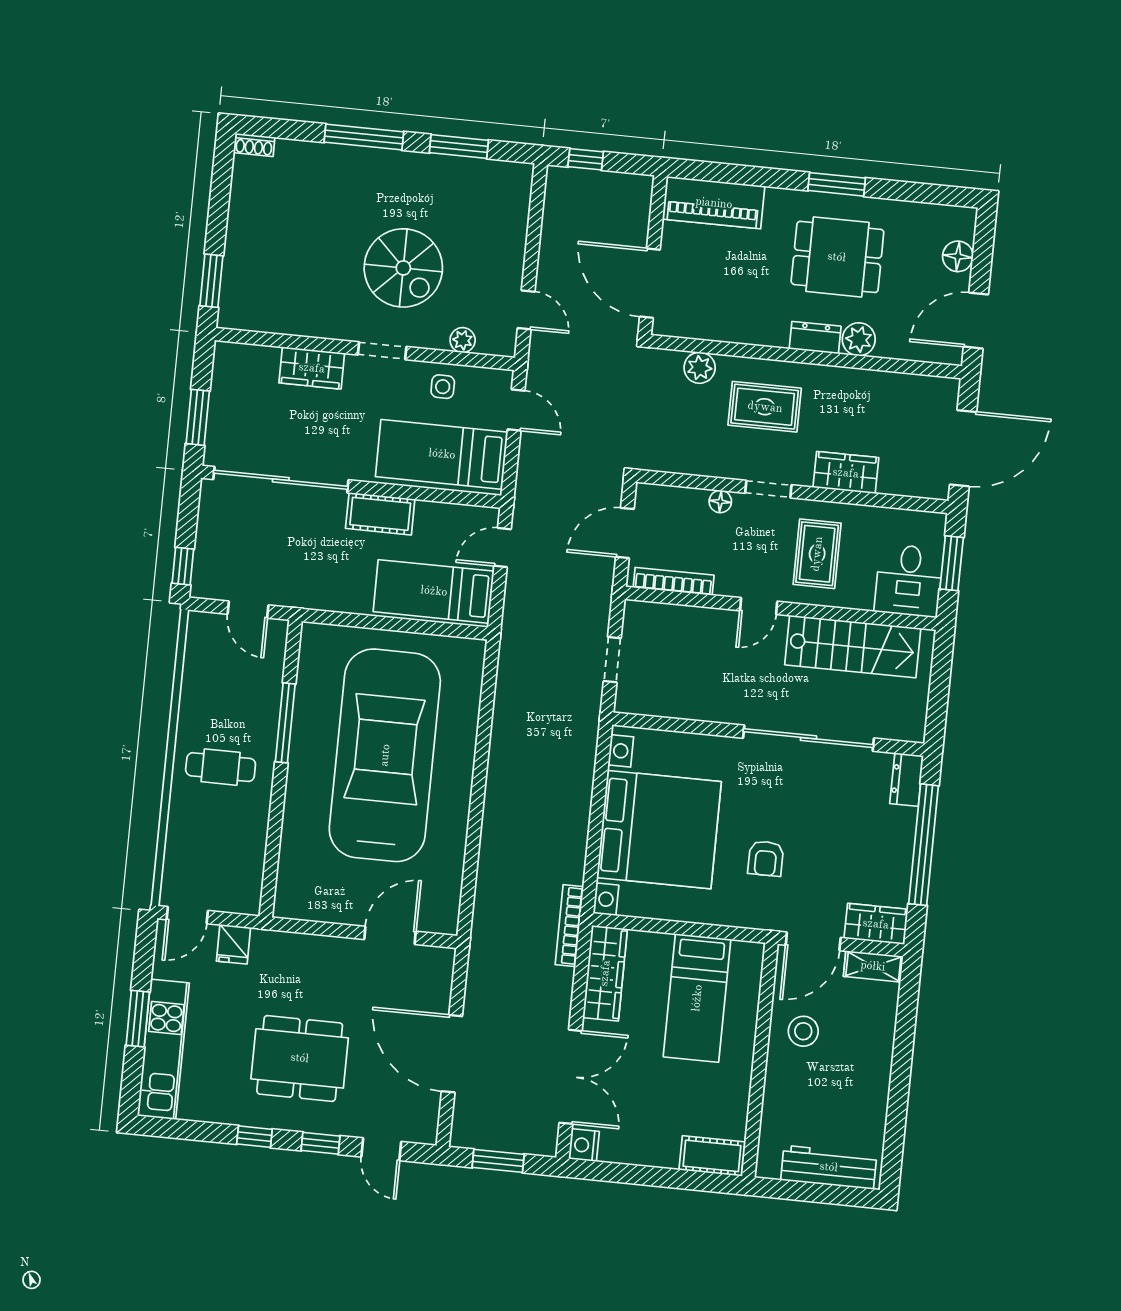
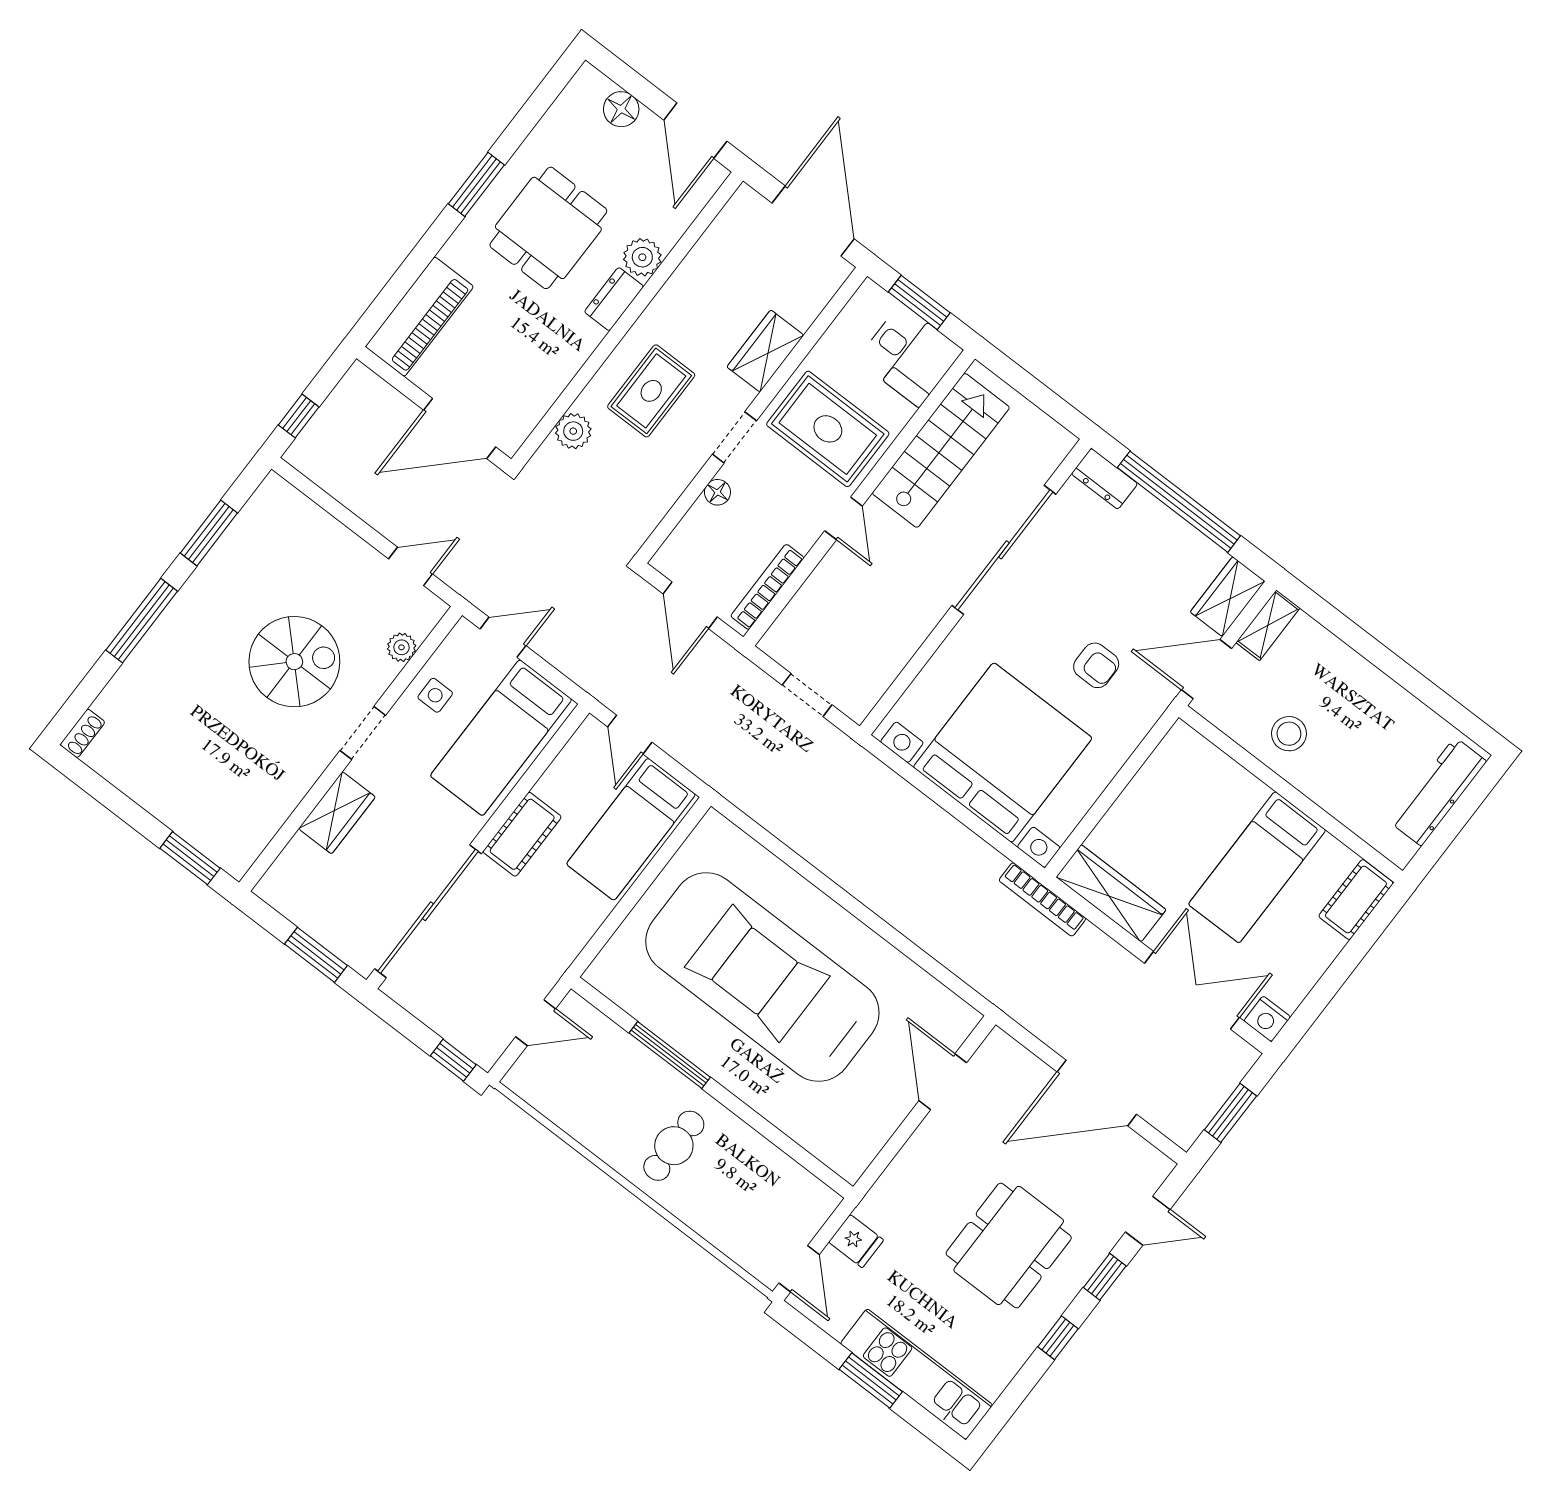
rug: (817, 554) -> (828, 429), width x1.36, depth x1.43
door: (813, 941) -> (1207, 669), swing flipped
bed: (697, 998) -> (1257, 867), moved, turned 90

